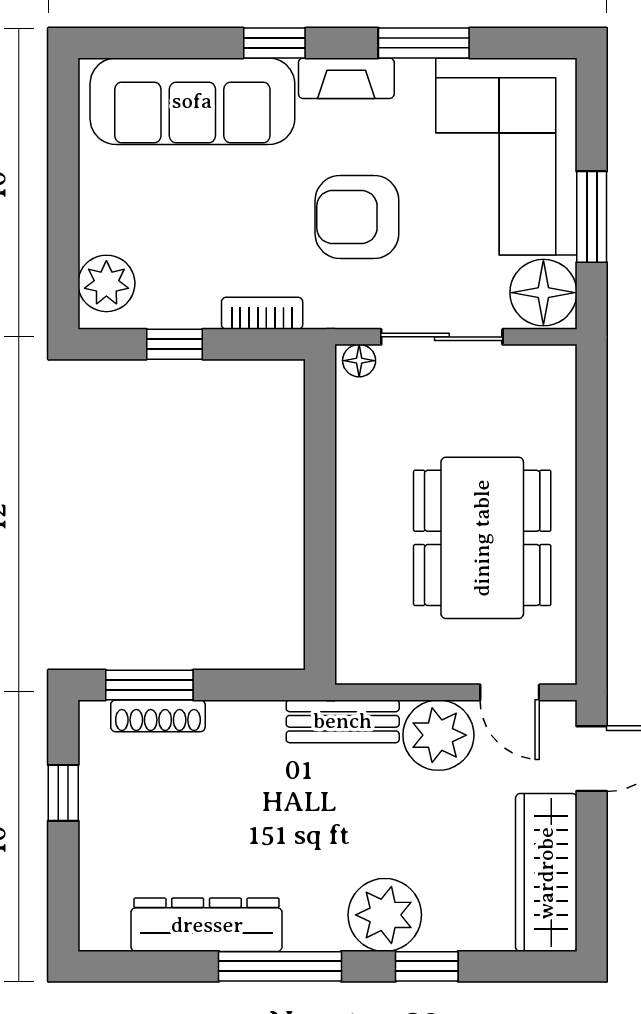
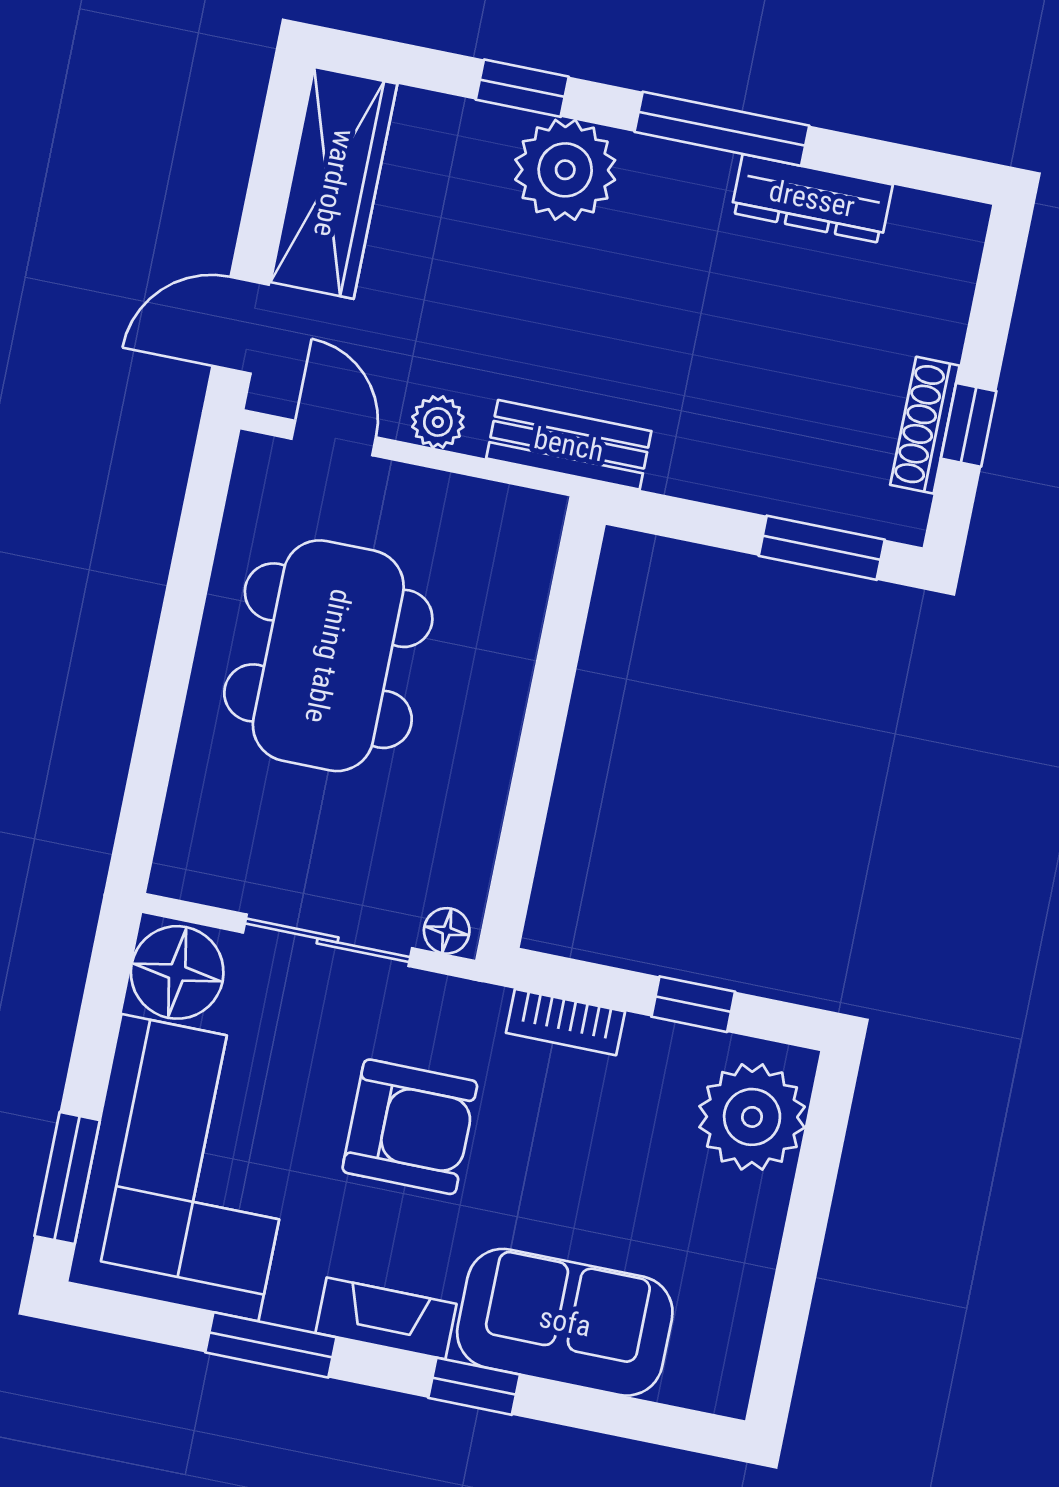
sofa: (192, 101) -> (565, 1322), width x0.73
window: (592, 217) -> (67, 1178), moved
plant: (106, 283) -> (752, 1117), width x1.36, depth x1.36
shoe rack: (158, 716) -> (925, 425), moved, turned -90
plant: (438, 735) -> (438, 422), width x0.53, depth x0.53
dresser: (207, 925) -> (812, 199), width x0.73, depth x0.80

